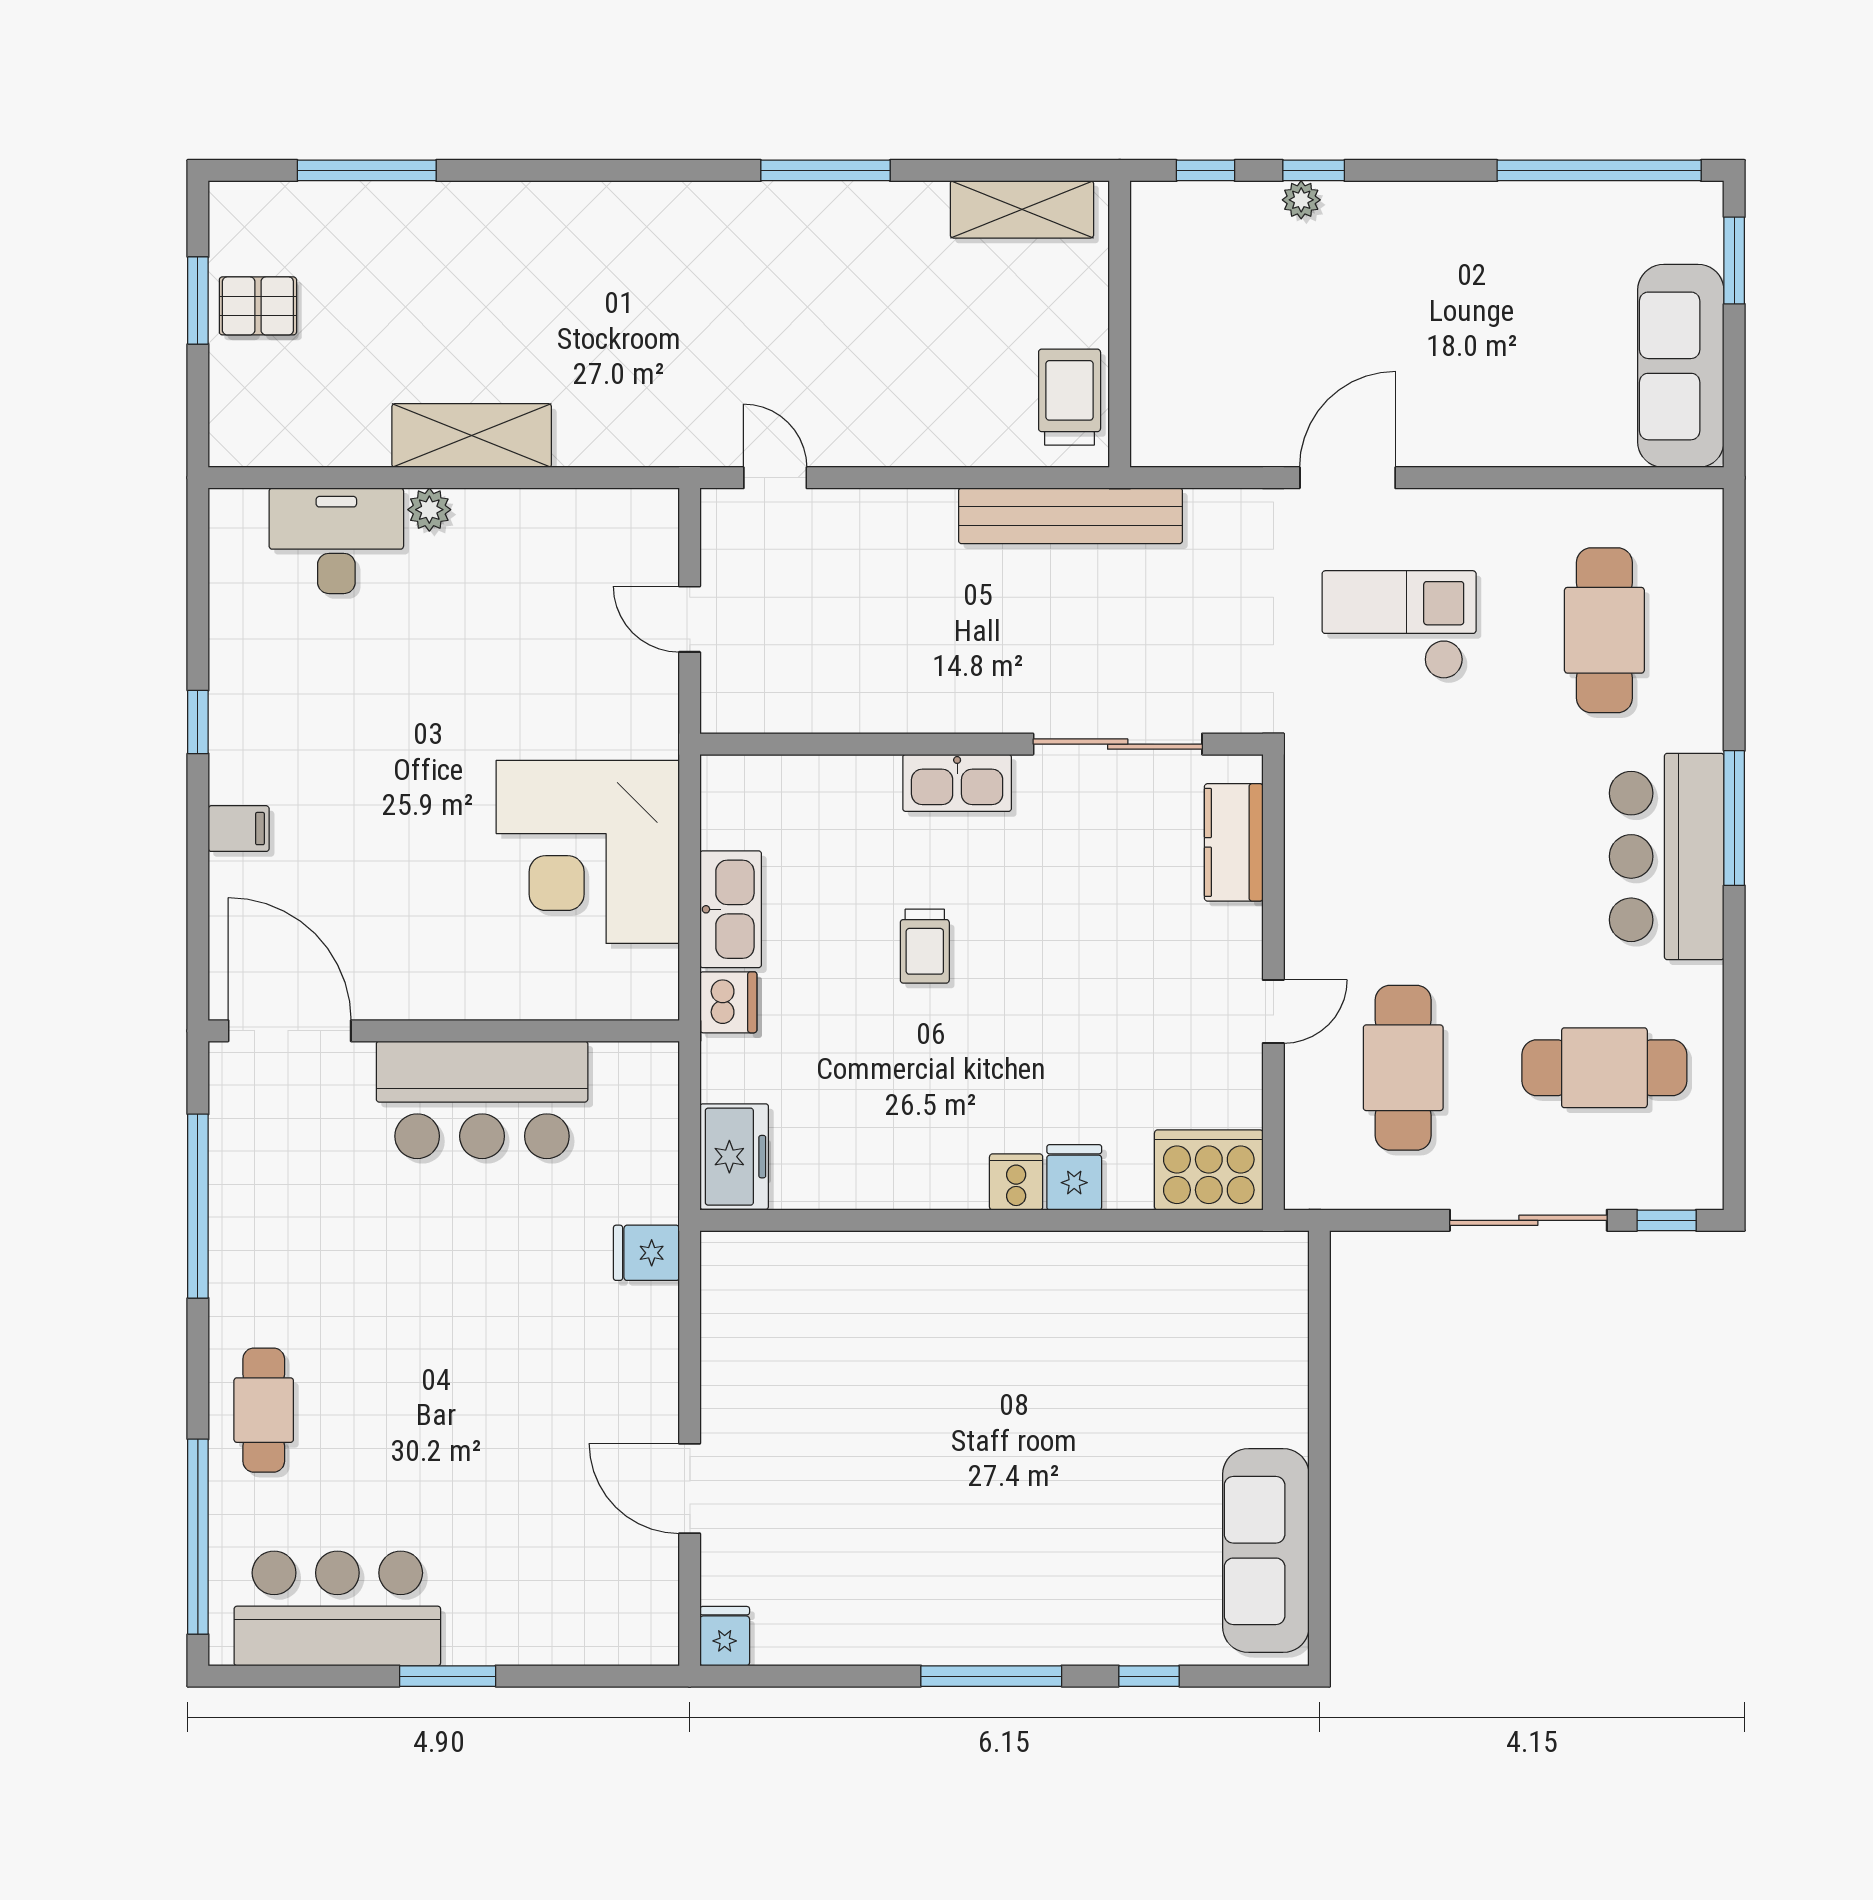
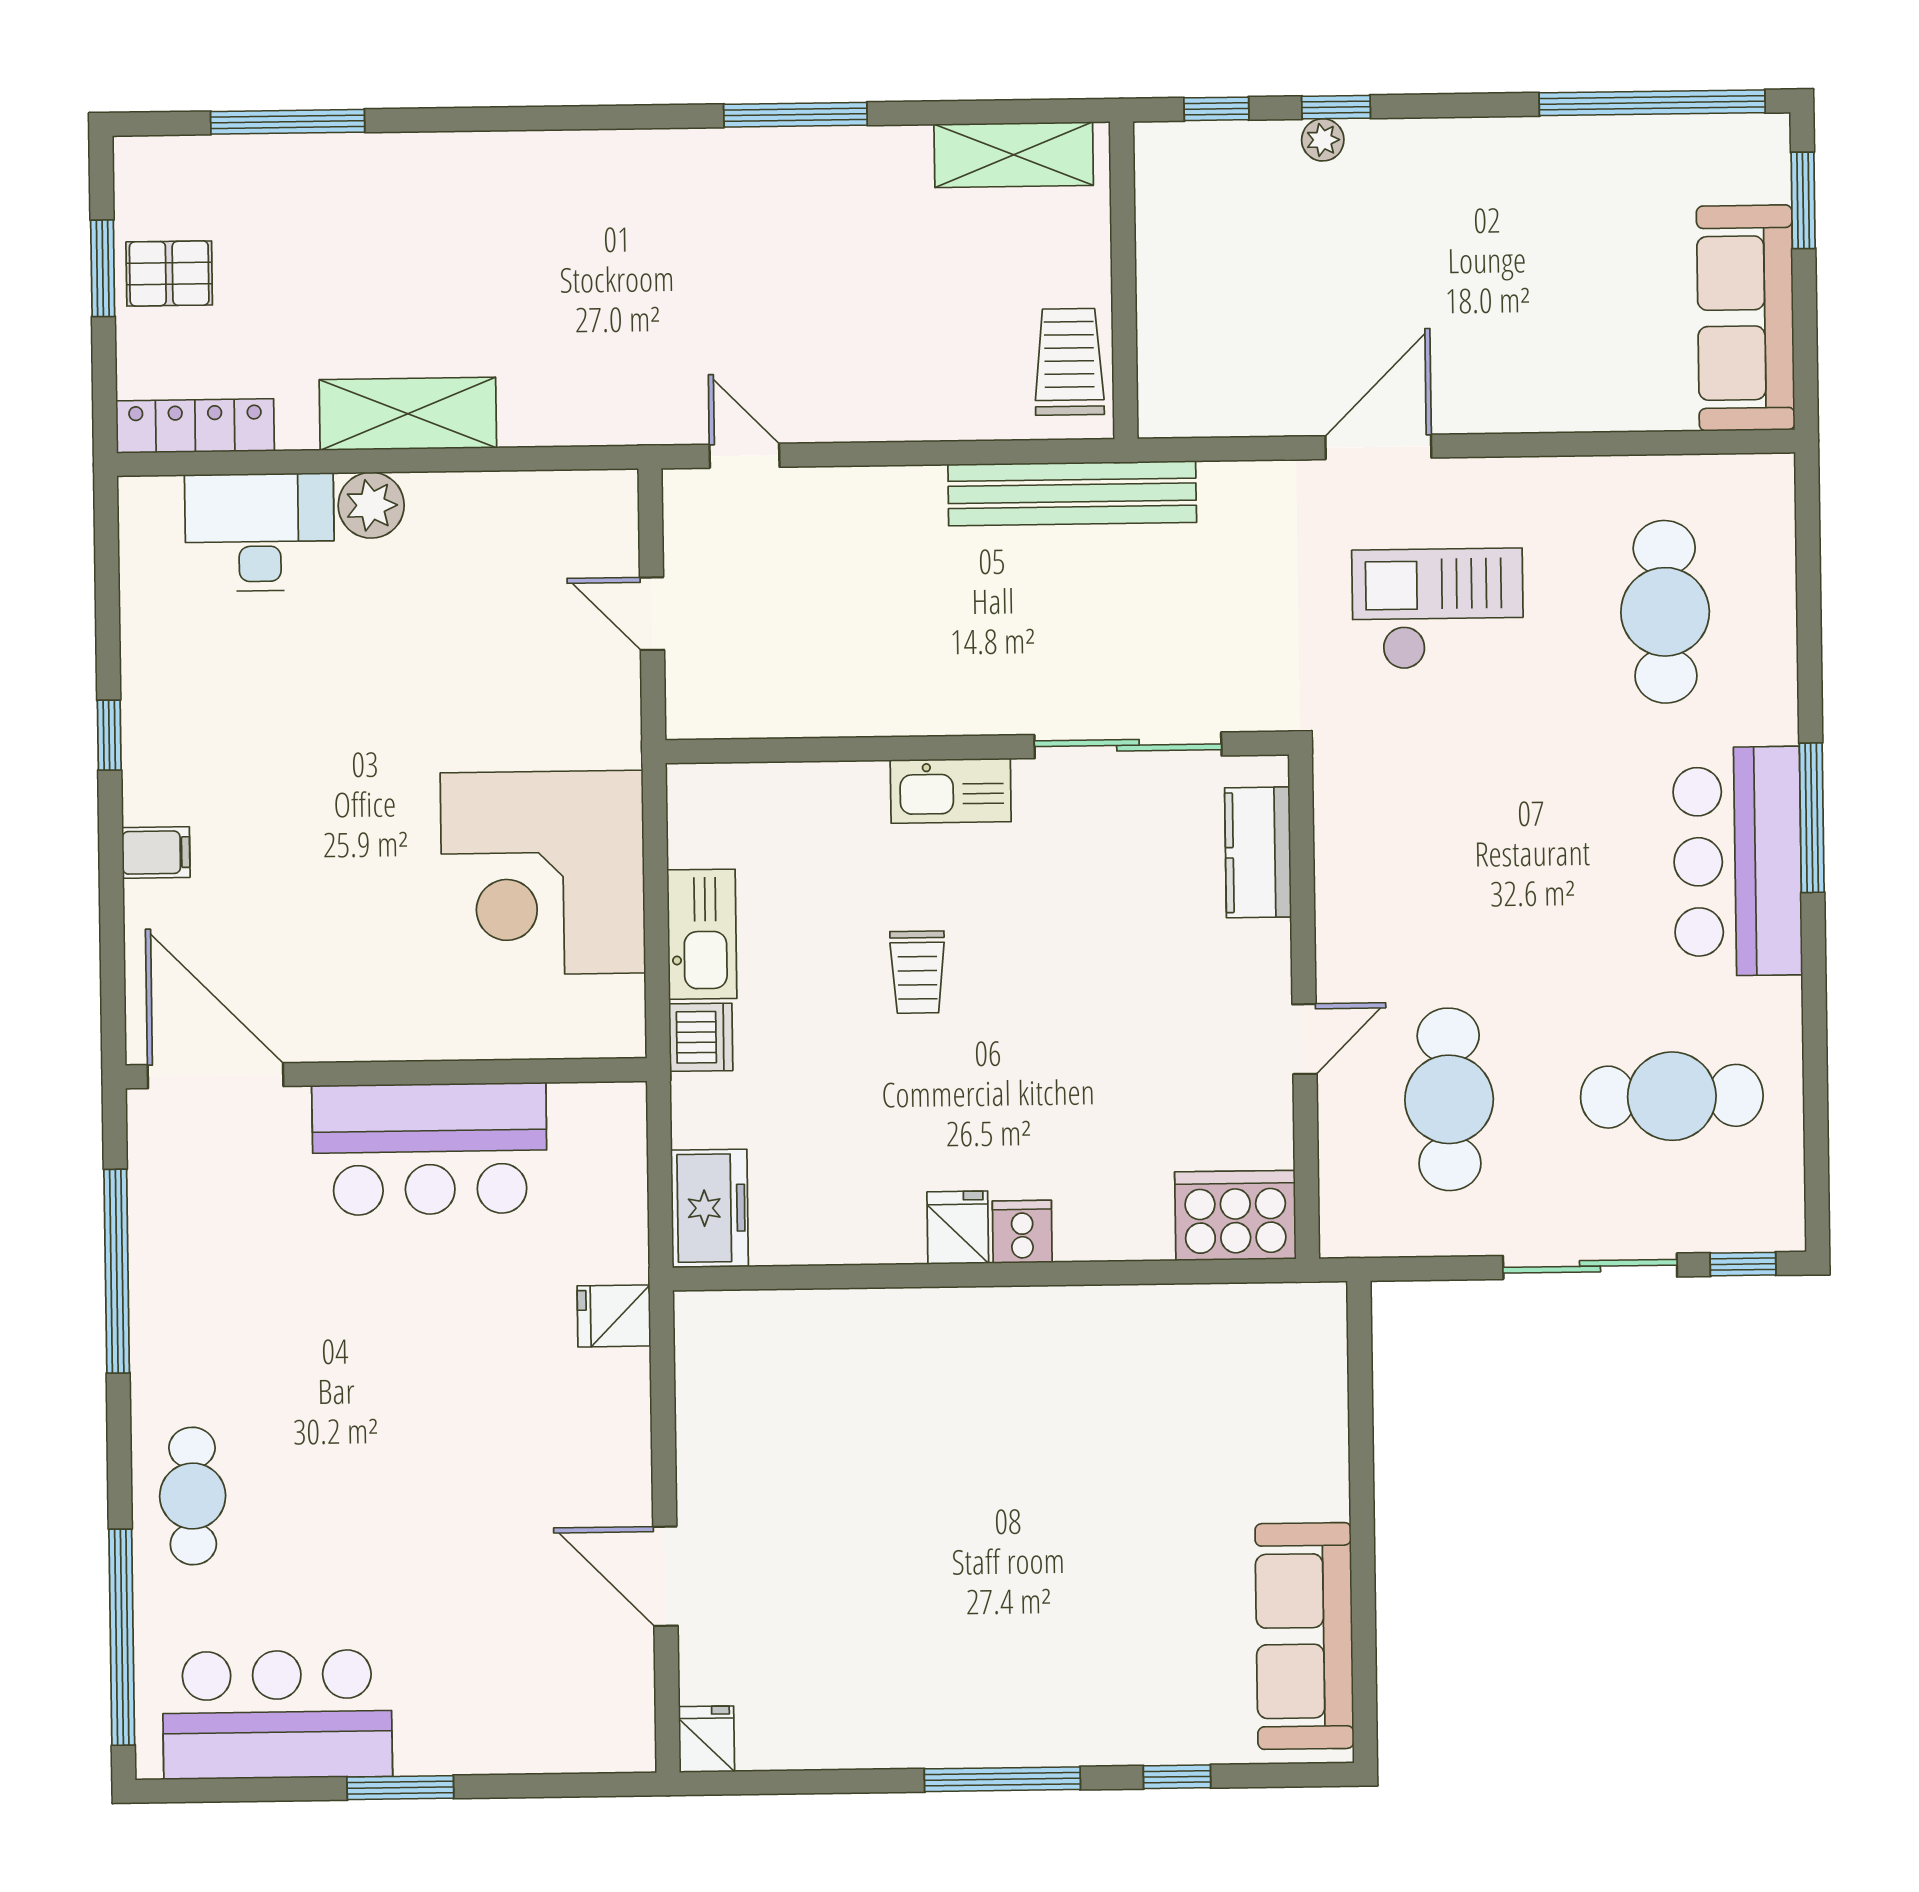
locker: (279, 444) -> (195, 426), added
plant: (429, 510) -> (371, 505), width x1.38, depth x1.38
fridge: (1074, 1177) -> (958, 1228), moved

